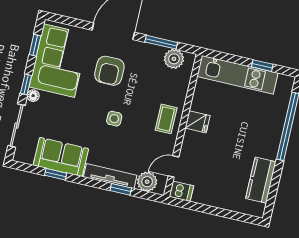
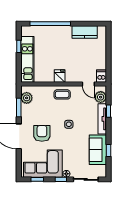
armchair: (109, 71) -> (42, 133), turned -90

